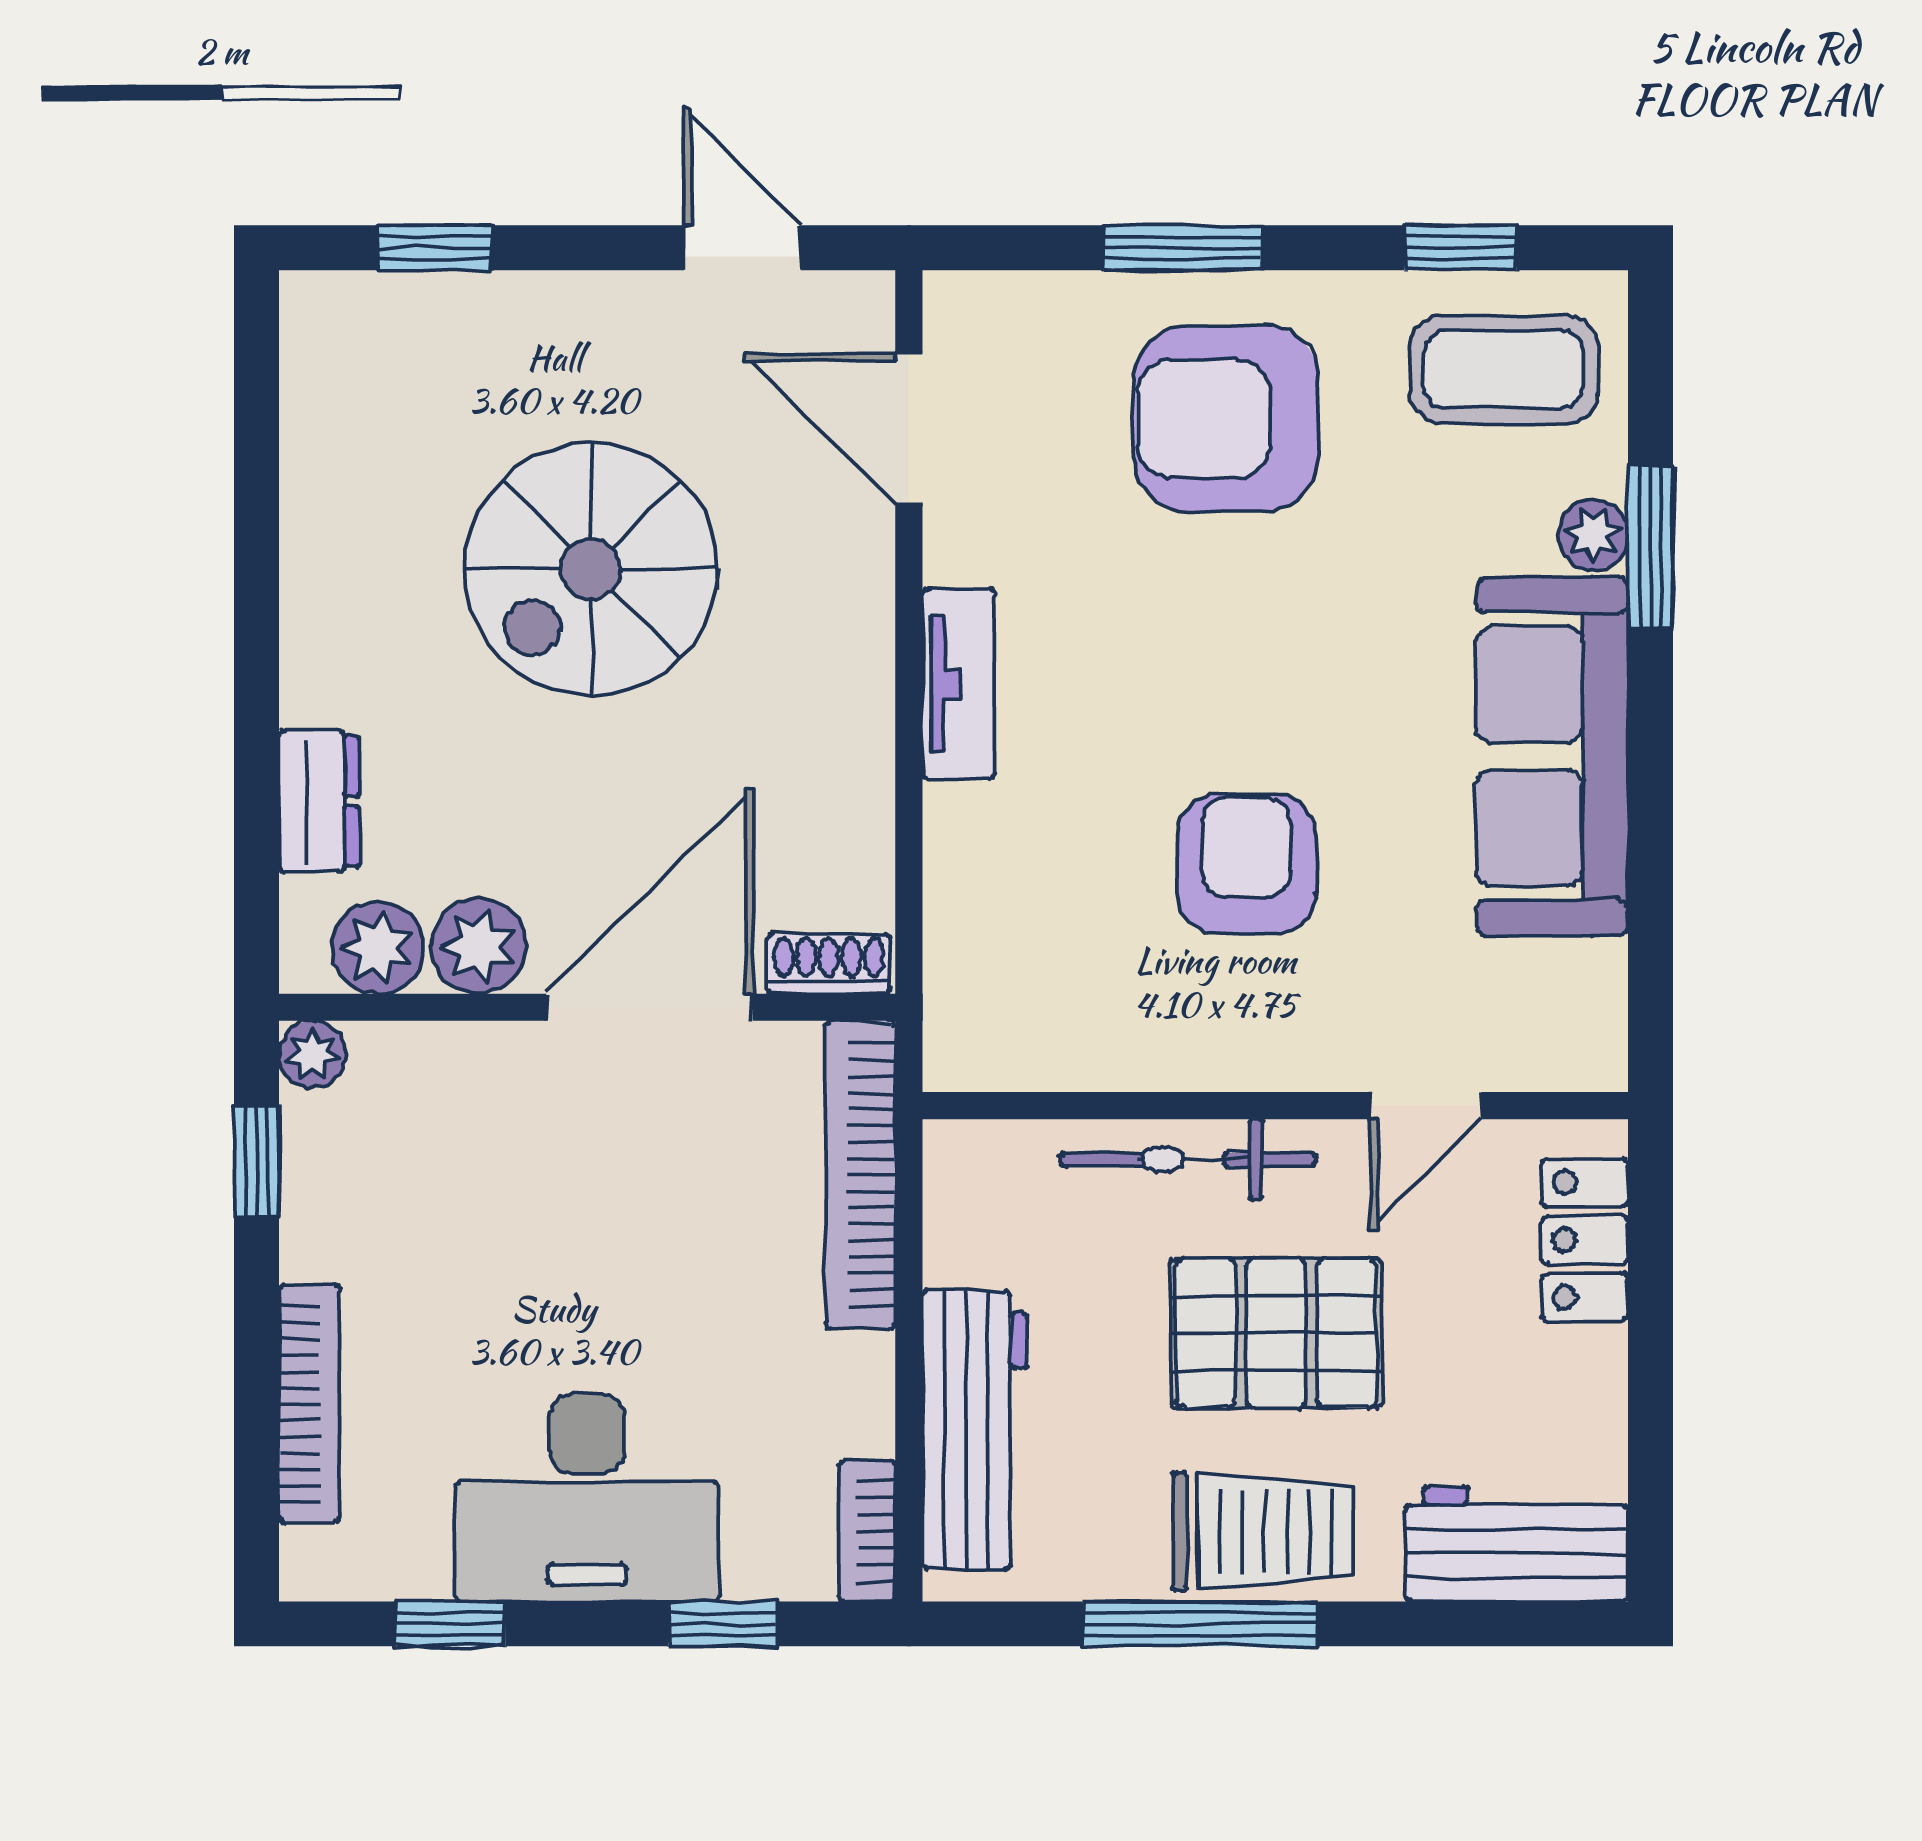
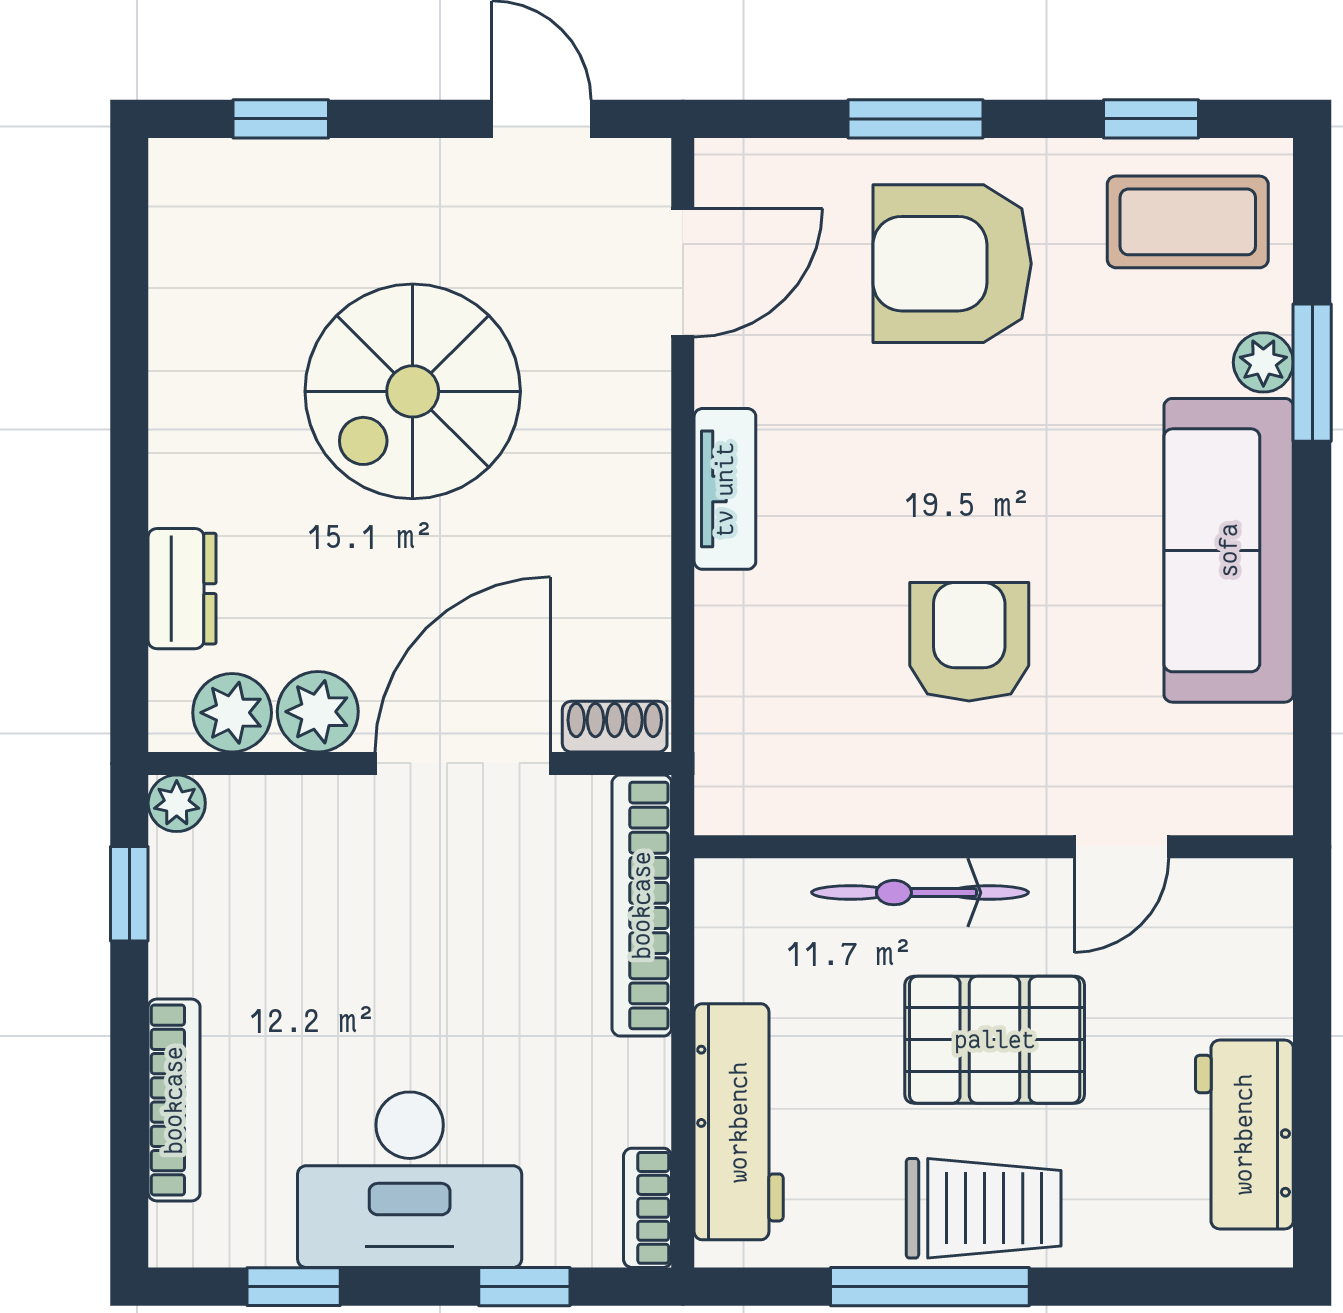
door: (909, 429) -> (683, 273), swing flipped
locker: (1585, 1240) -> (1256, 961), removed
workbench: (1517, 1544) -> (1244, 1134), moved, turned -90

